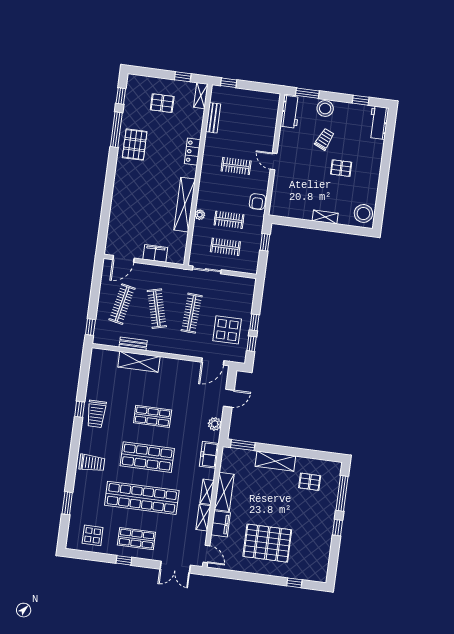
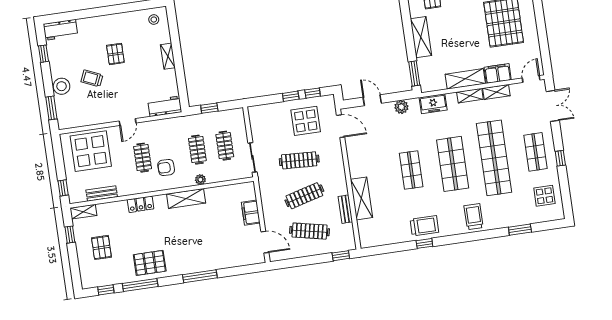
workbench: (290, 112) -> (165, 106), moved
display table: (256, 119) -> (91, 151), added
window: (109, 188) -> (200, 276), added
armchair: (257, 202) -> (166, 167), moved, turned 180
shelving: (185, 205) -> (186, 198), width x0.68
stool: (363, 213) -> (154, 20), width x0.53, depth x0.53

